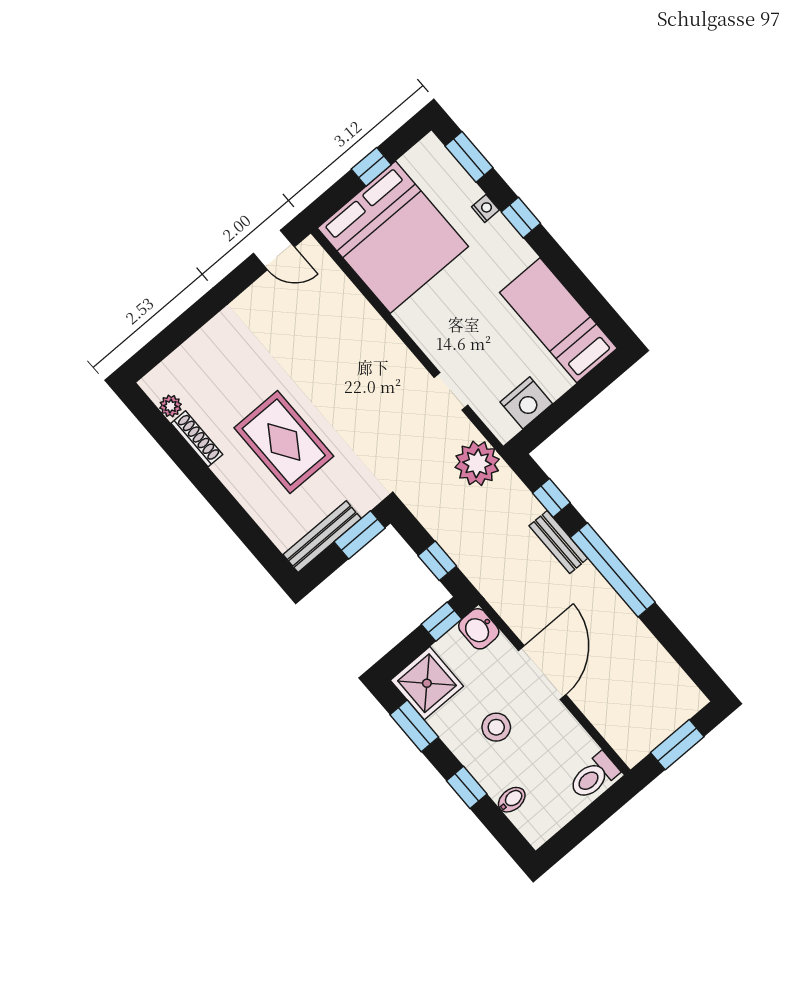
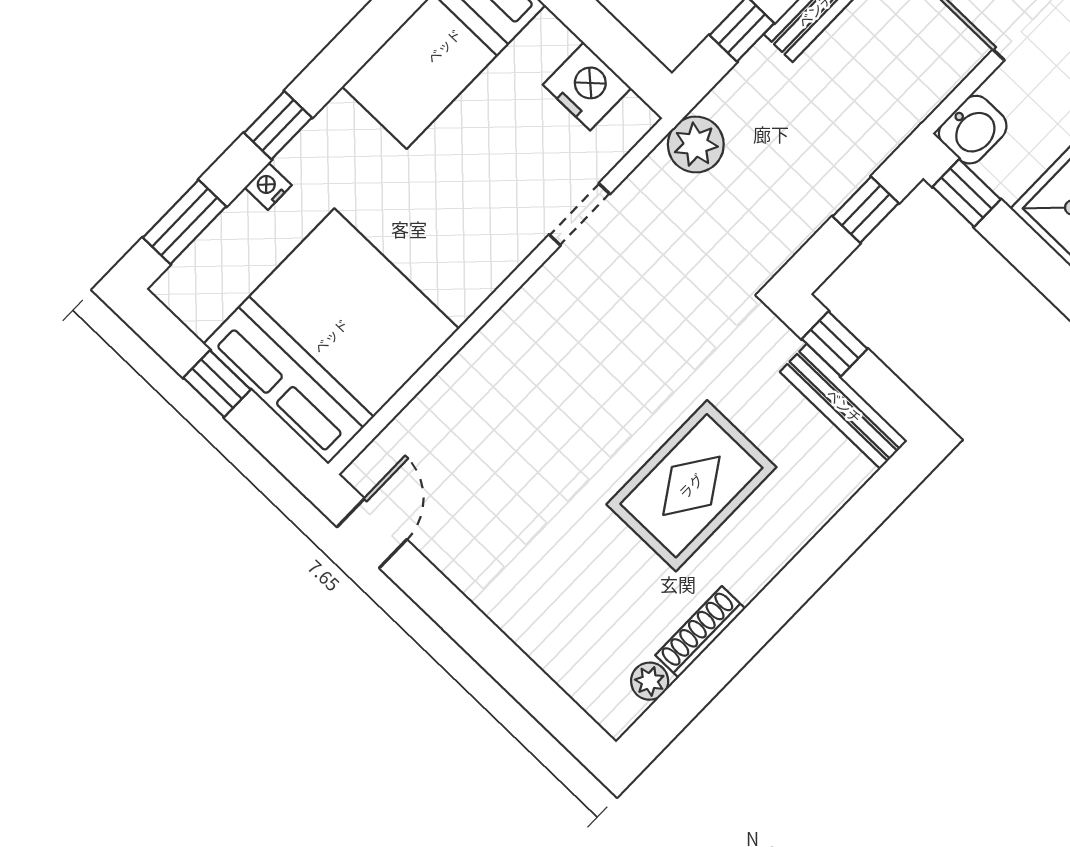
plant: (477, 463) -> (696, 144), width x0.73, depth x0.73
window: (360, 535) -> (835, 344), width x0.67

